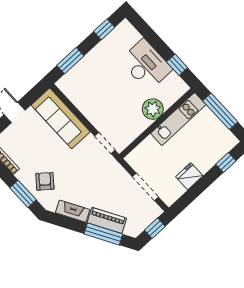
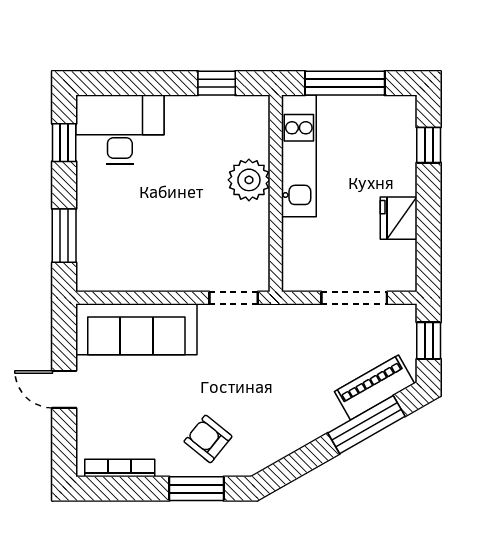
desk: (146, 65) -> (120, 129), moved
fireplace: (73, 211) -> (290, 439), removed
piano: (107, 220) -> (374, 388), moved

